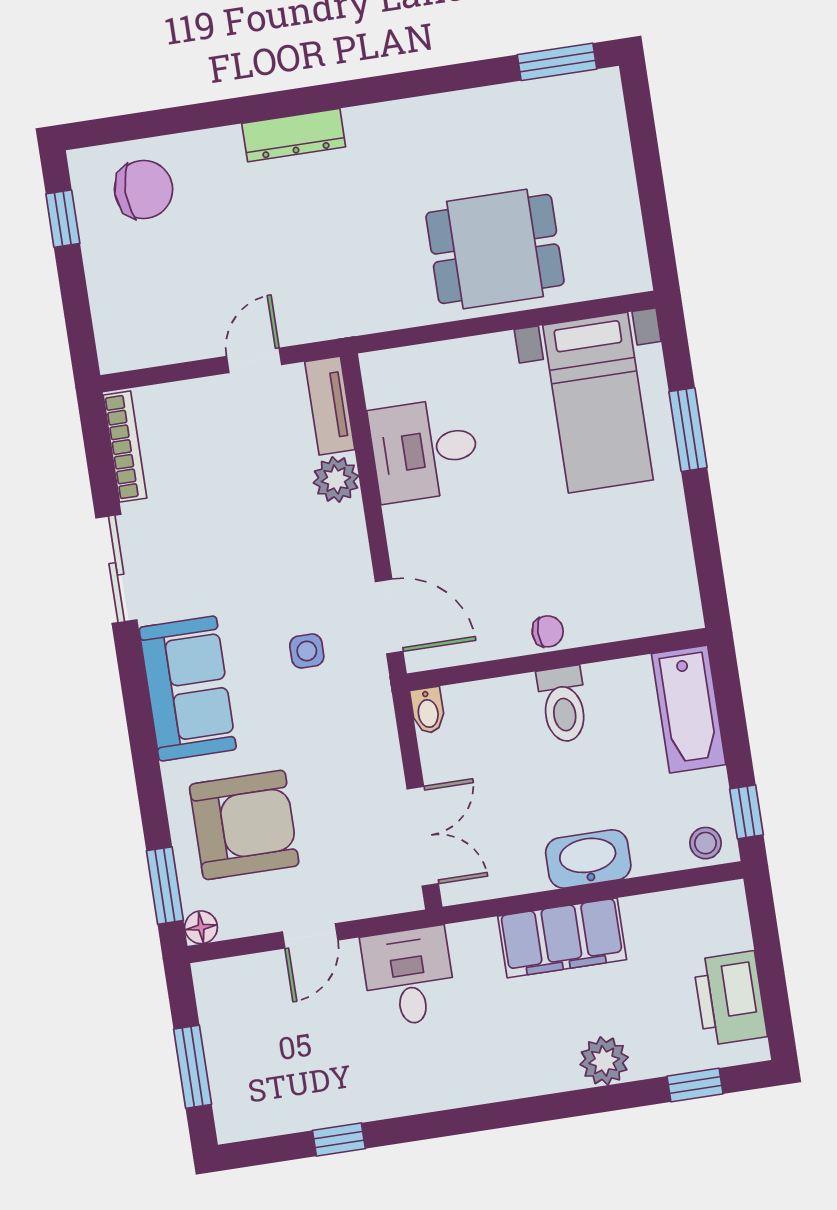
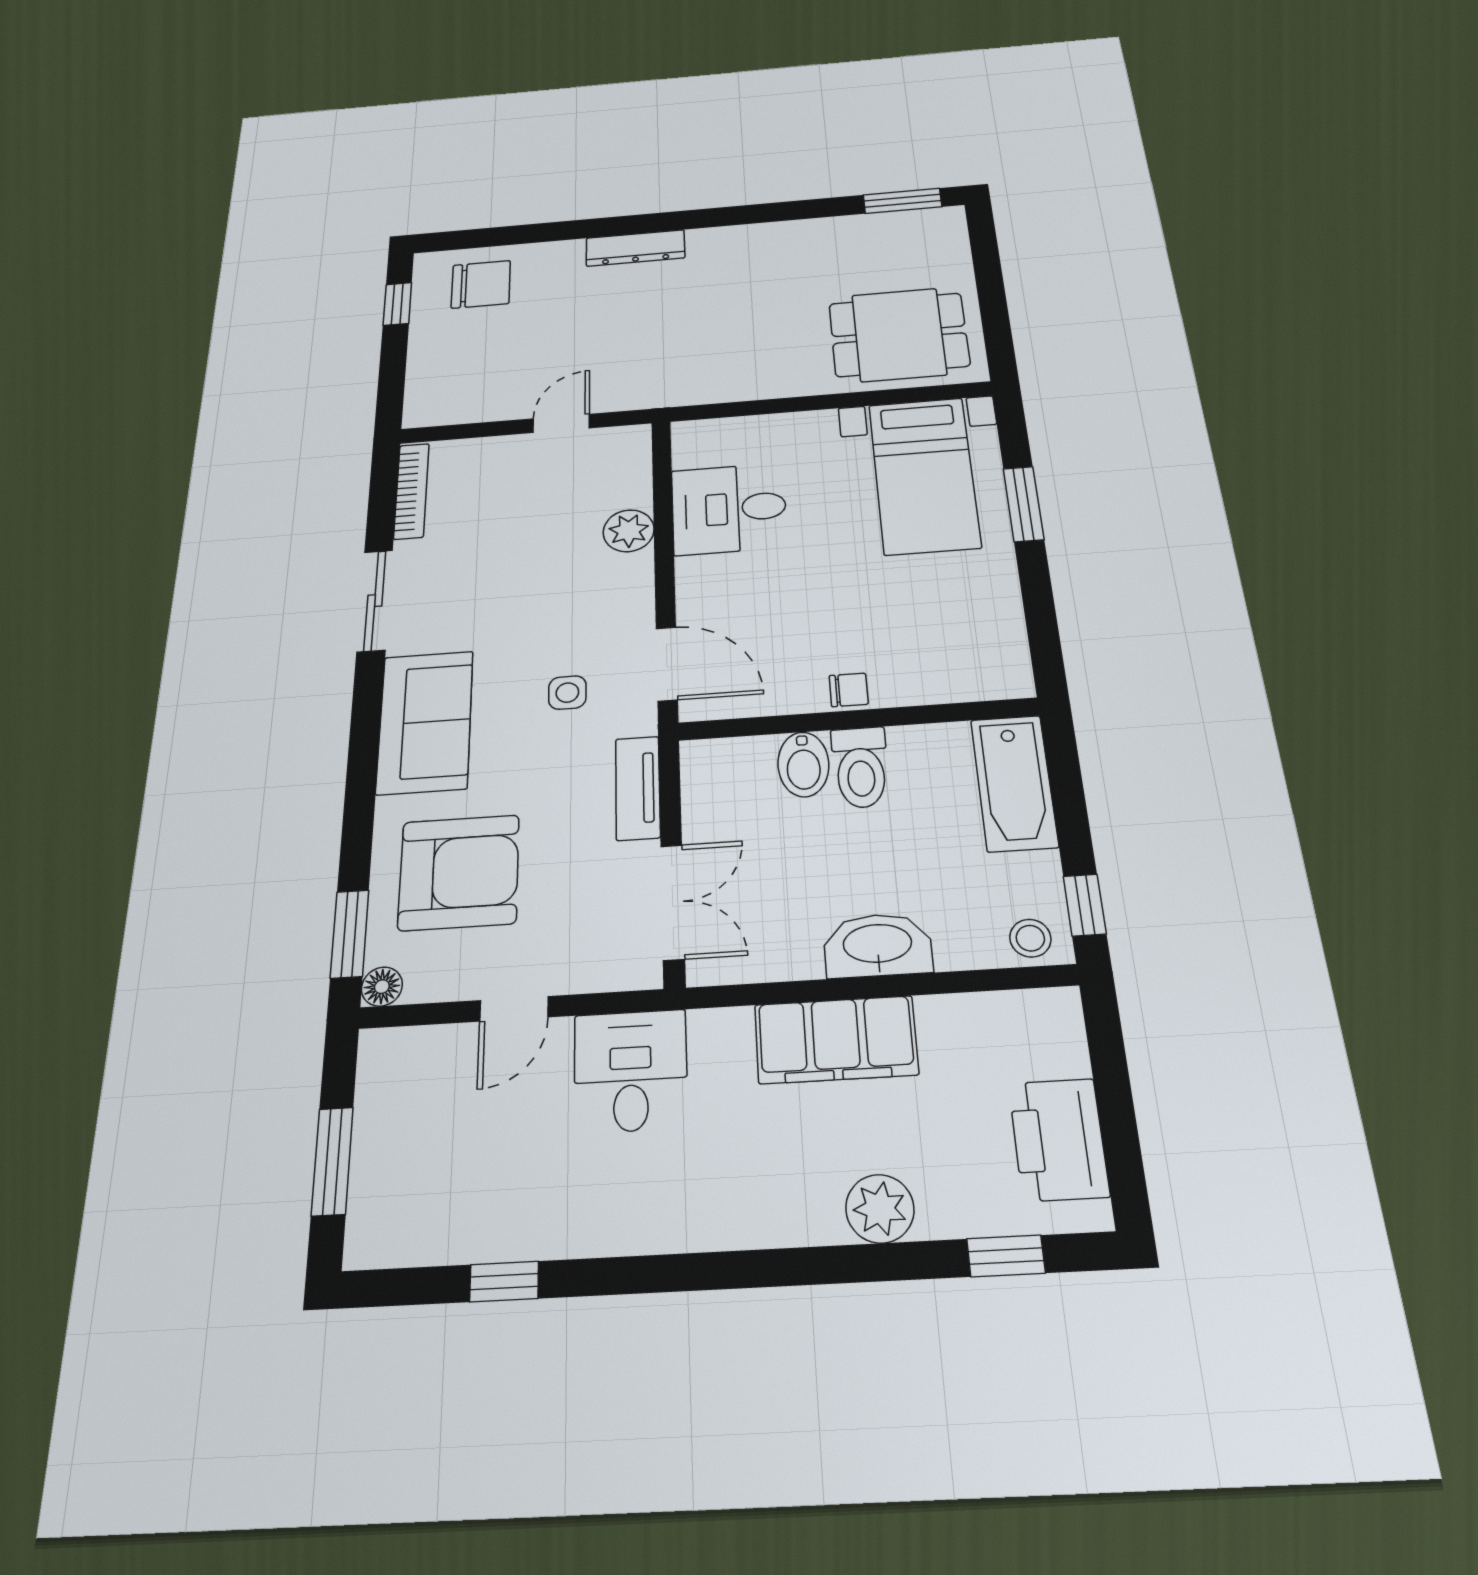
dining table: (495, 249) -> (899, 335), moved
tv unit: (330, 406) -> (638, 788), moved
bidet: (428, 710) -> (803, 764), moved, width x1.38, depth x1.36

